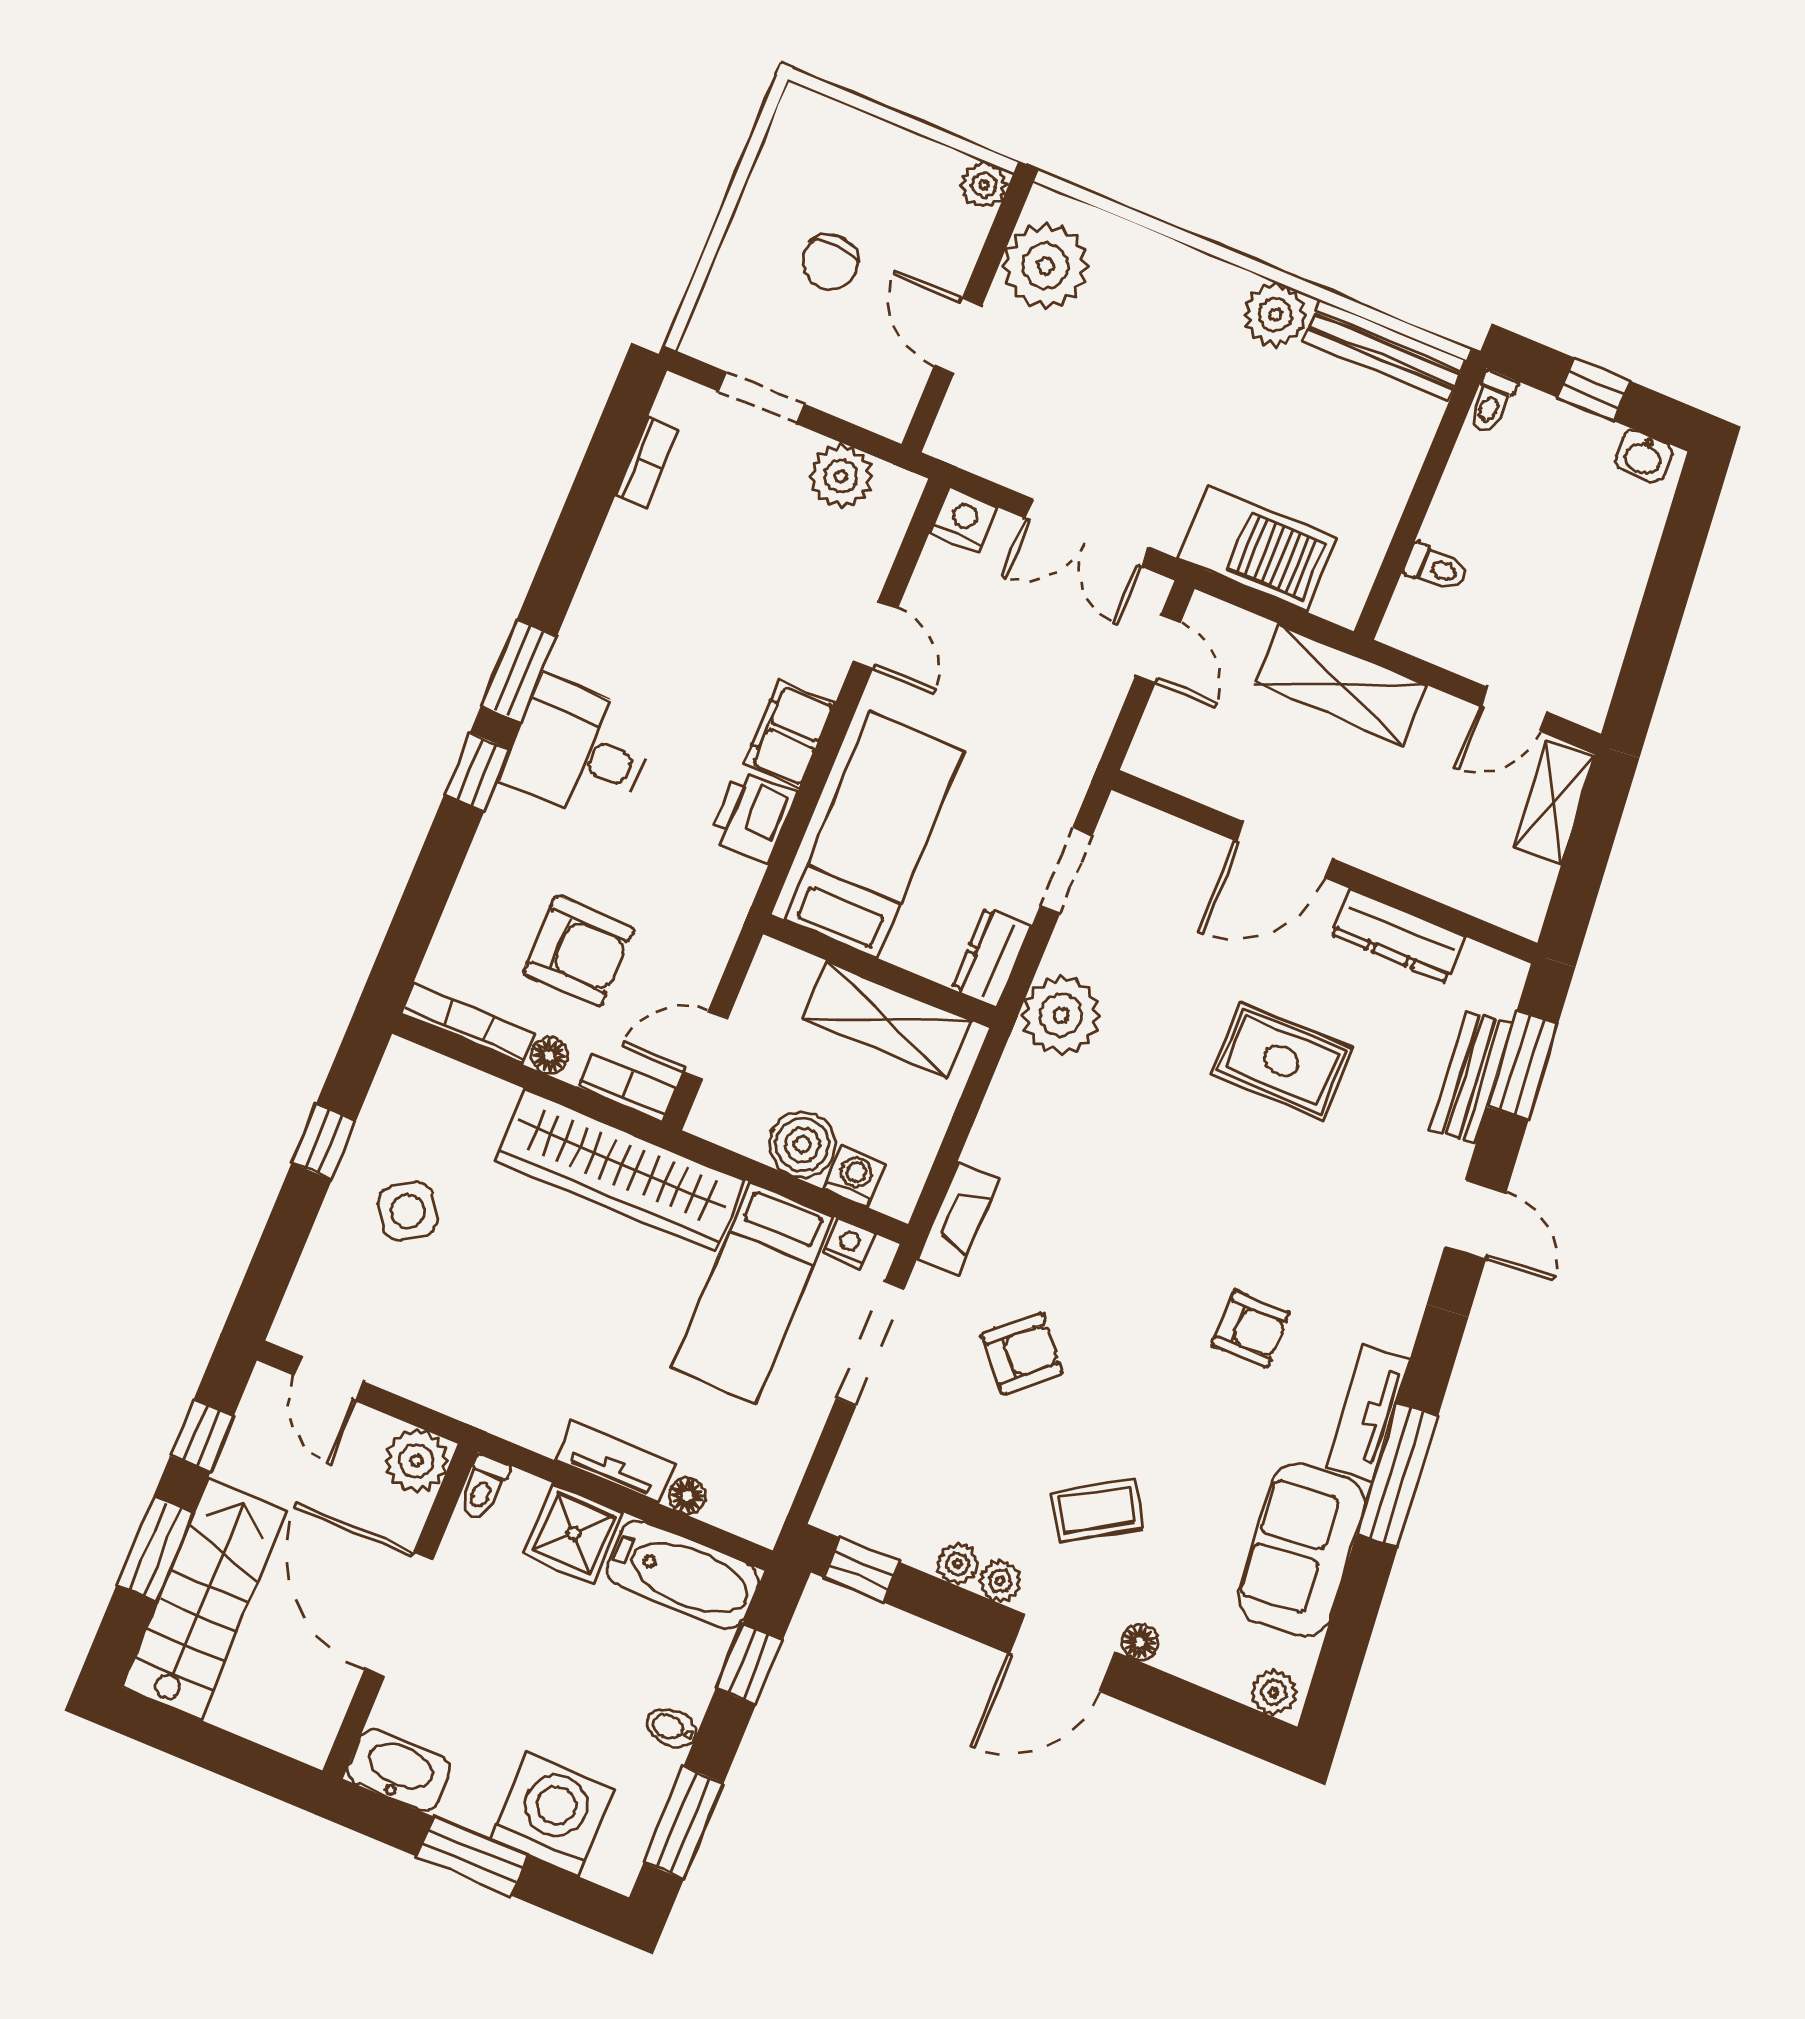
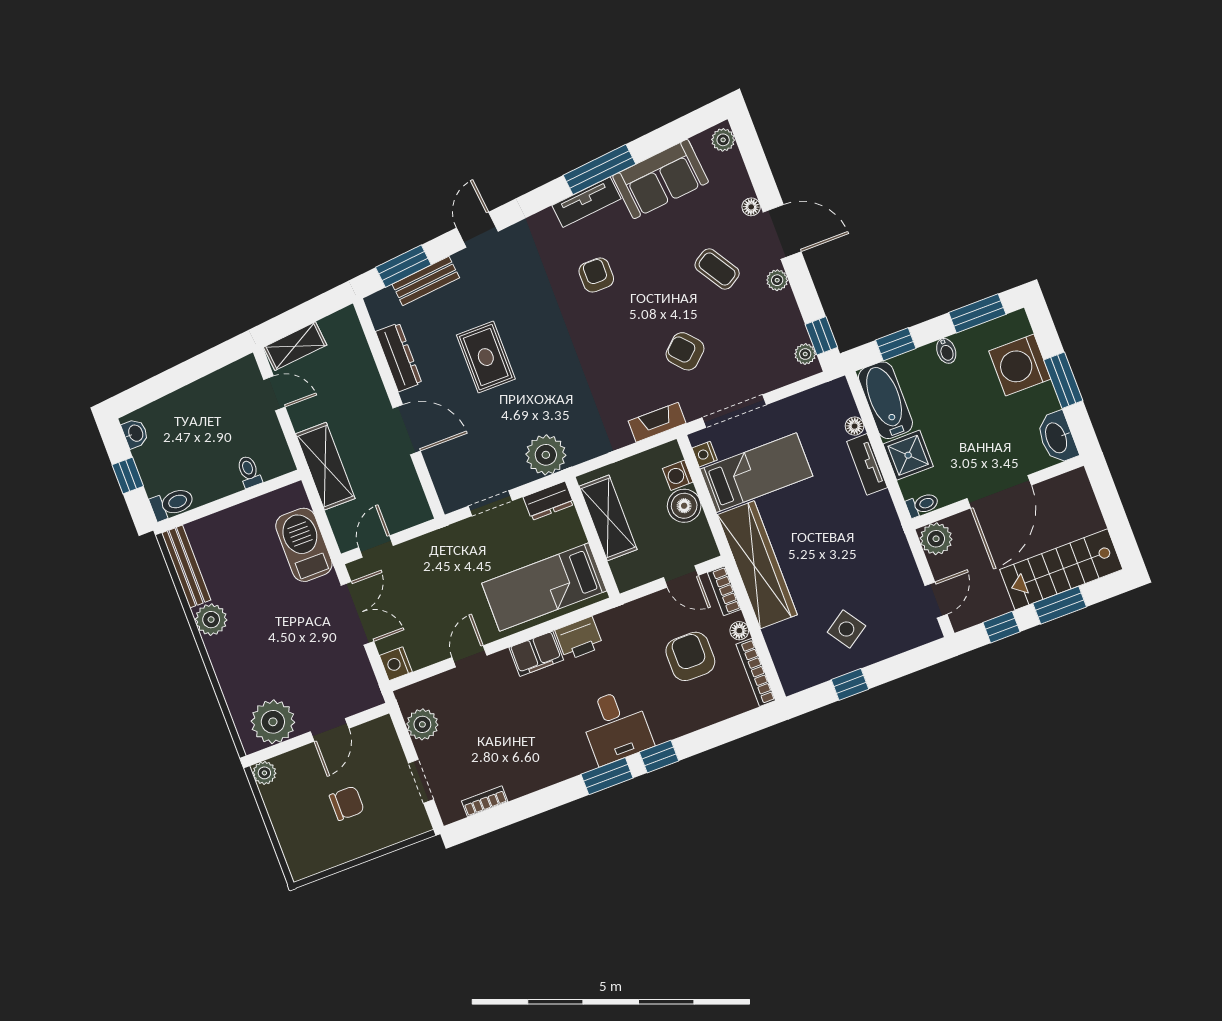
toilet: (1492, 402) -> (172, 504), width x1.37, depth x1.39
plant: (958, 1564) -> (805, 354), moved

